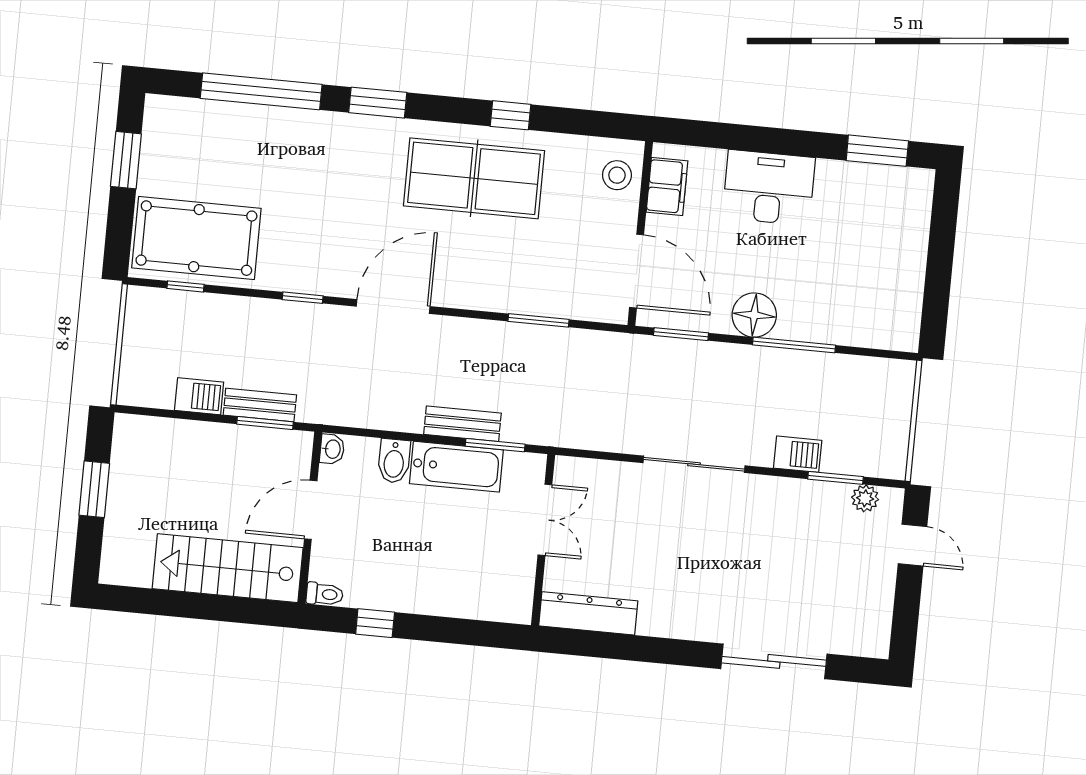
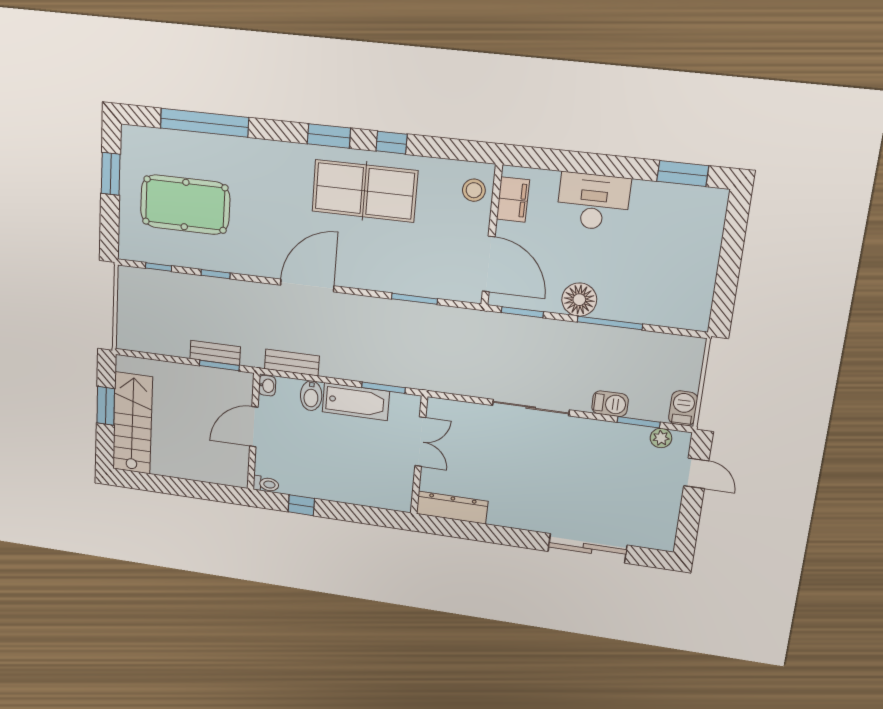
window: (378, 103) -> (329, 136), moved
pool table: (196, 238) -> (185, 205), moved
window: (303, 298) -> (216, 274), moved
barbecue: (199, 396) -> (683, 408), moved, turned -90
bench: (462, 424) -> (292, 362), moved
stairs: (228, 568) -> (133, 423), moved, turned 90

